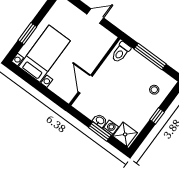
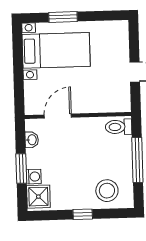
stool: (154, 90) -> (107, 191), width x1.89, depth x1.89
washbasin: (100, 121) -> (32, 140), moved

